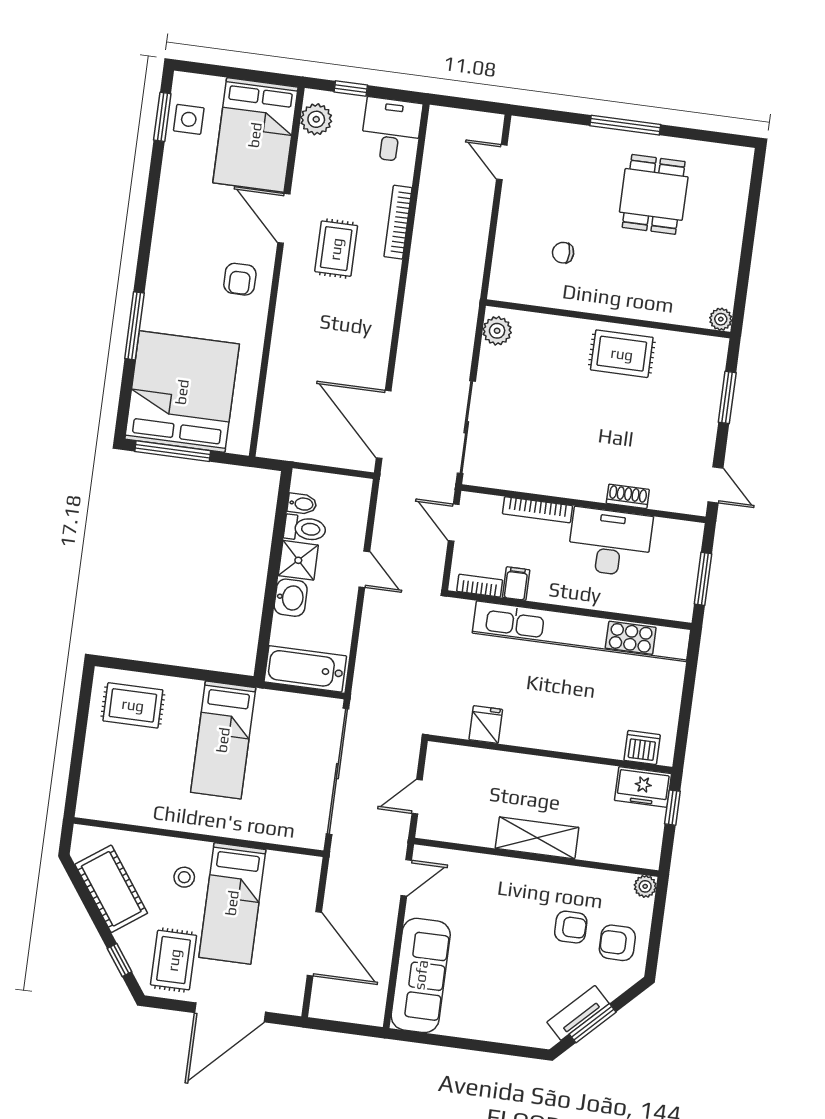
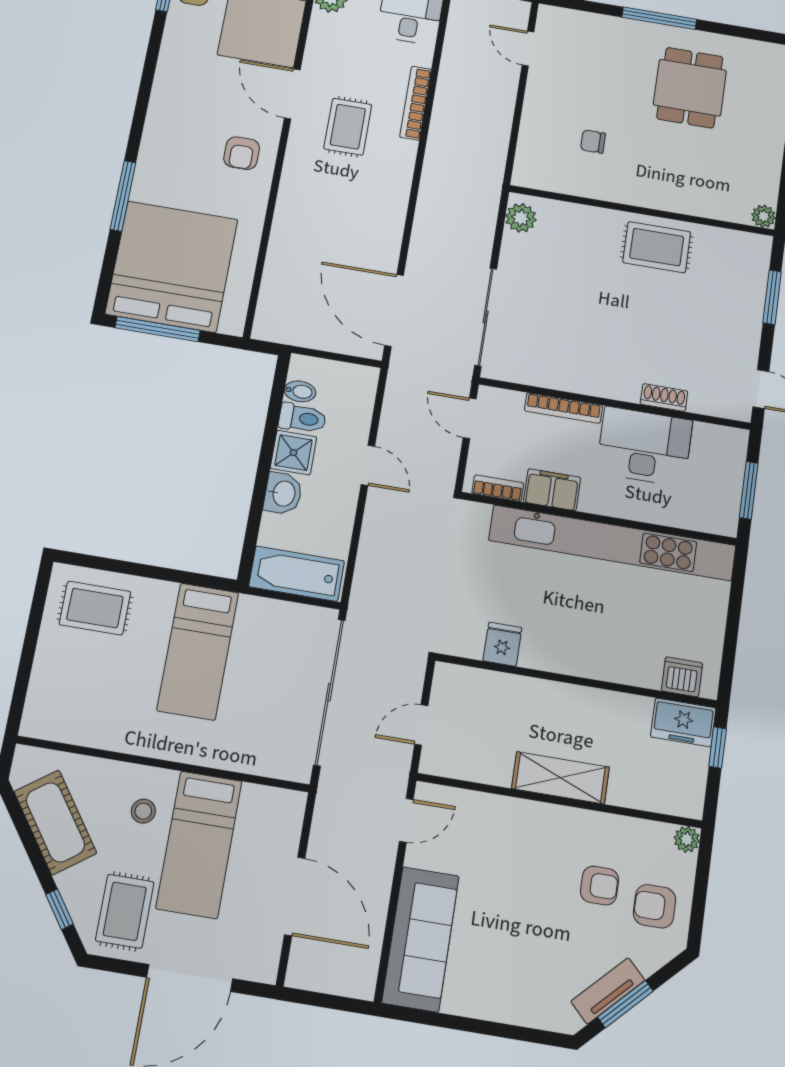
filing cabinet: (516, 584) -> (552, 490), width x2.00

